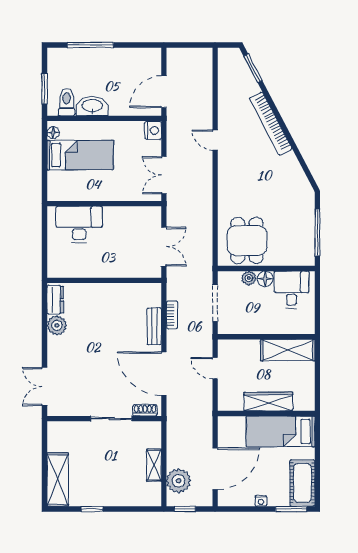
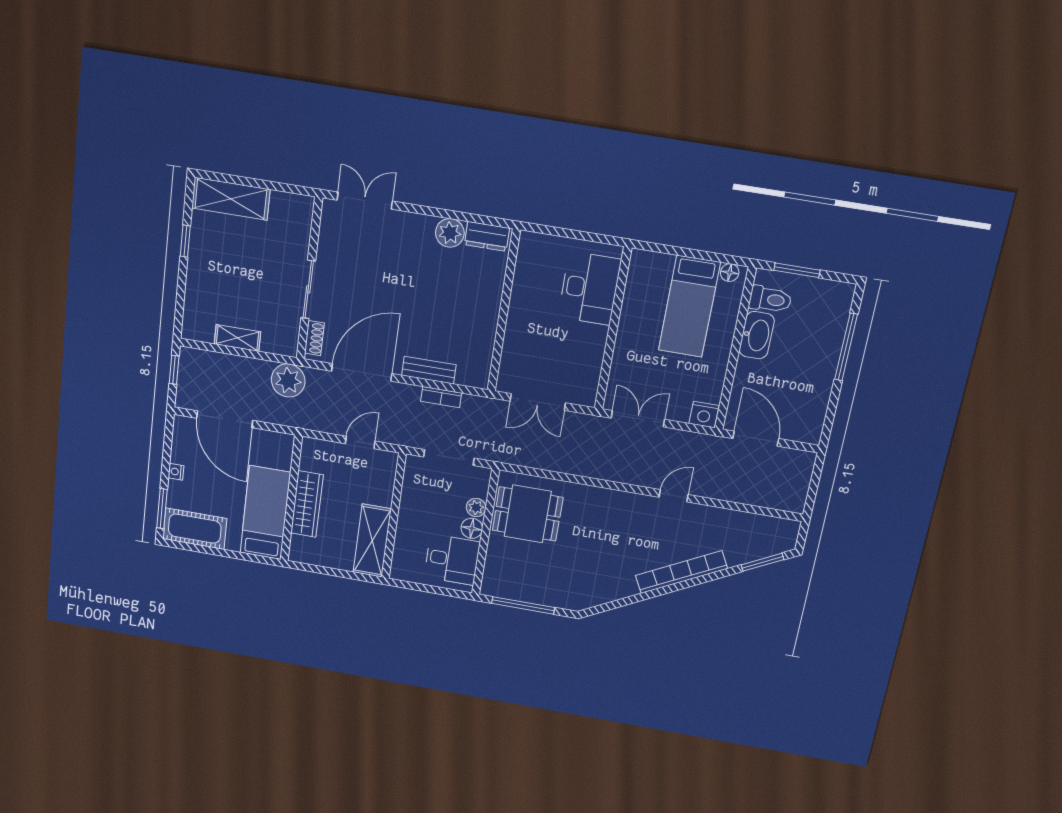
plant: (179, 481) -> (288, 380), moved

